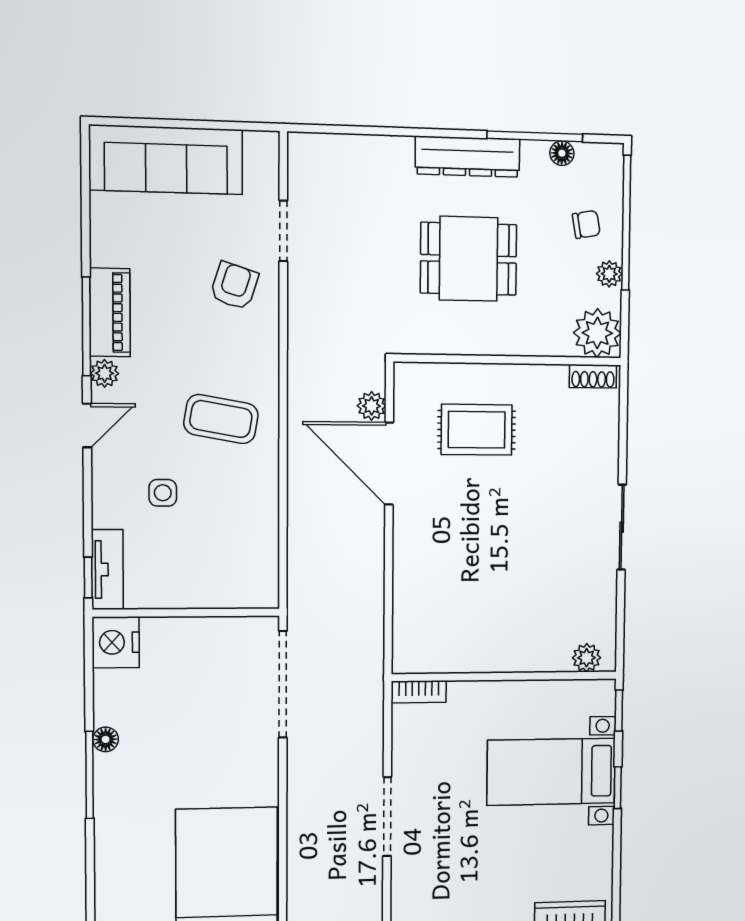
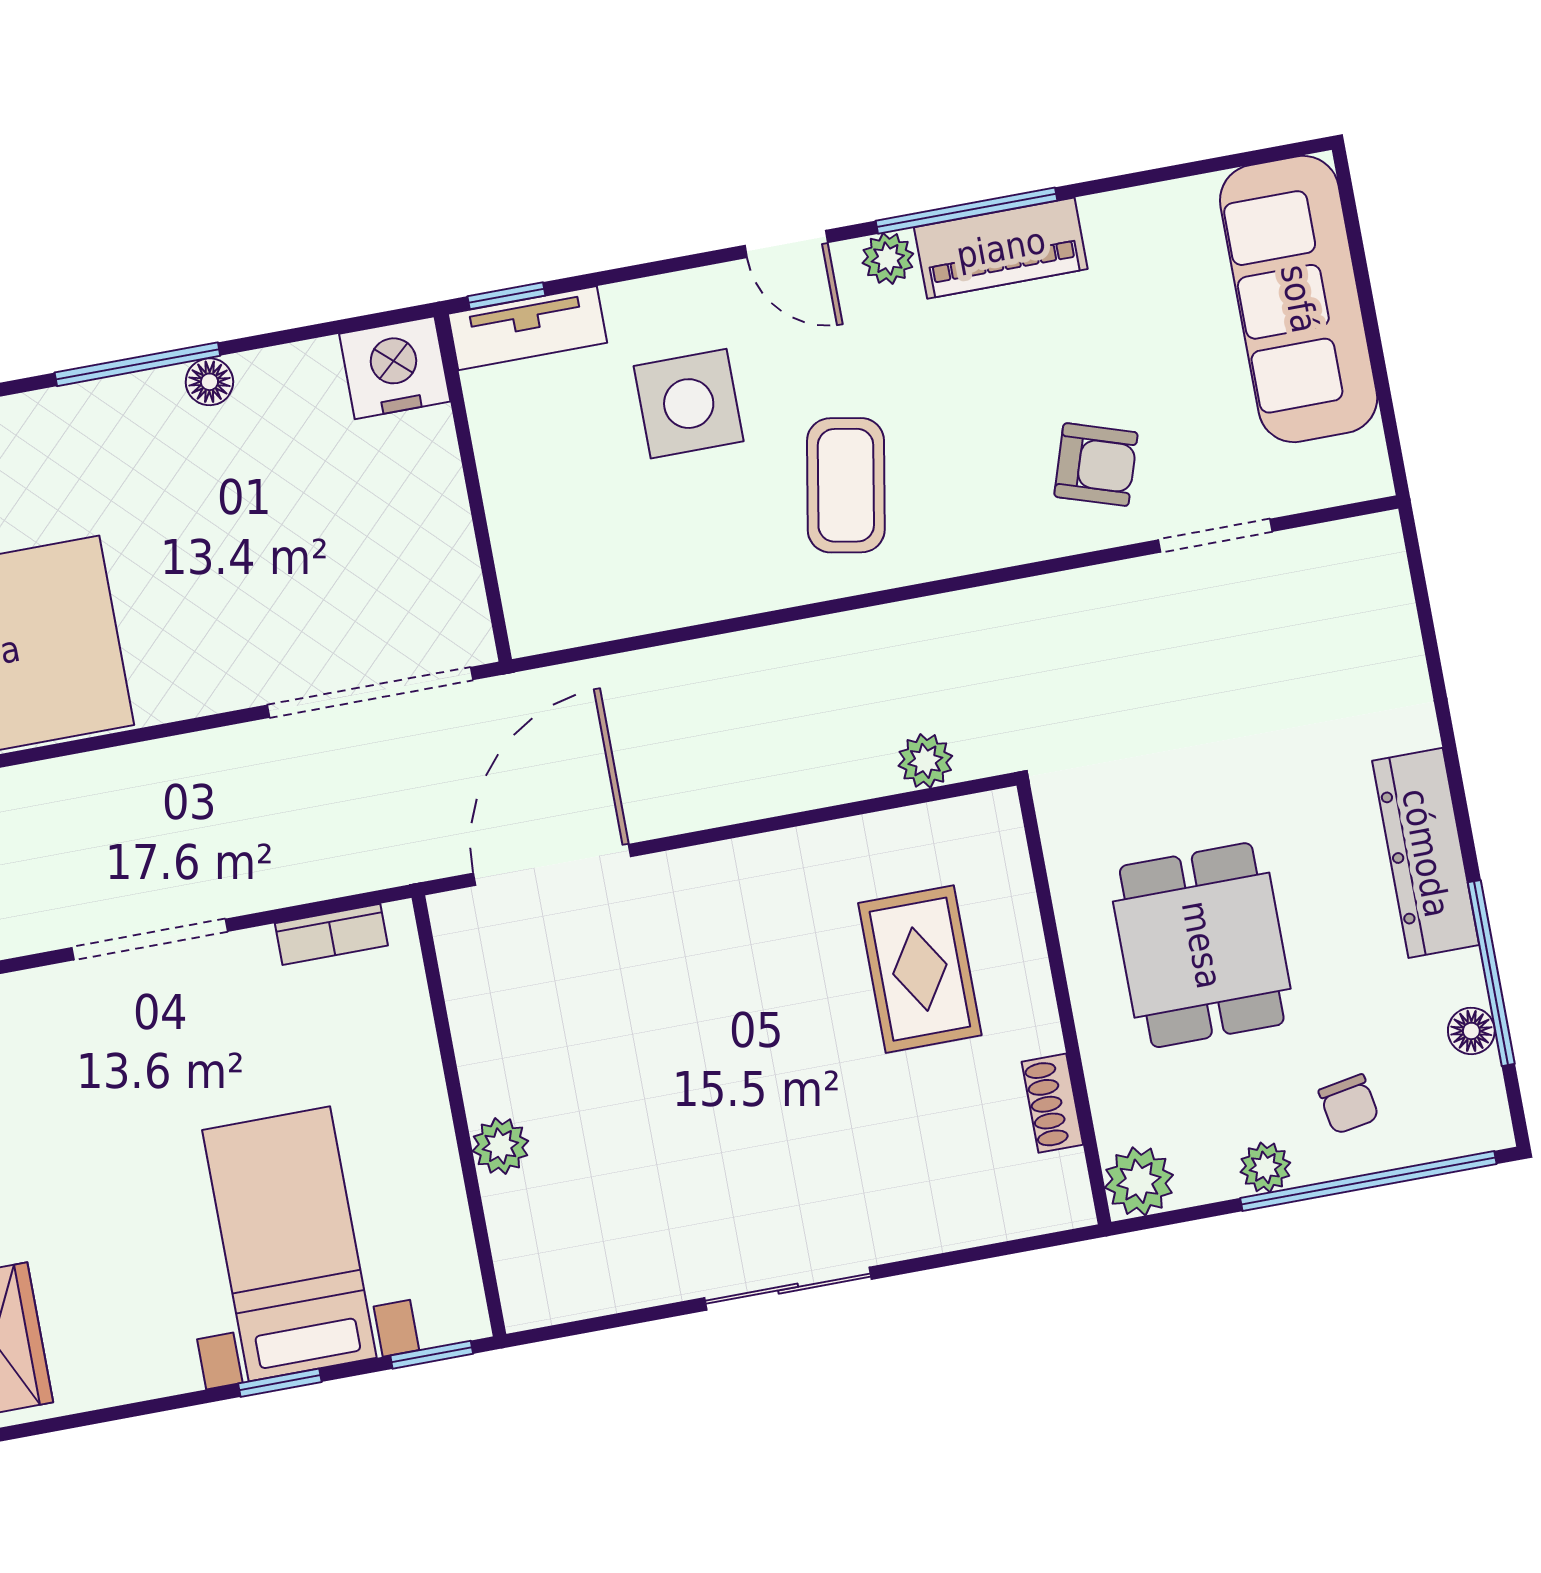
dining table: (469, 259) -> (1202, 945), moved
plant: (597, 333) -> (1139, 1181), width x0.73, depth x0.73
shoe rack: (593, 376) -> (1052, 1103), moved
door: (389, 464) -> (552, 865), moved
side table: (163, 493) -> (689, 404), width x1.87, depth x1.87
plant: (587, 658) -> (500, 1146), moved
bookcase: (419, 692) -> (331, 934), moved, turned -90

